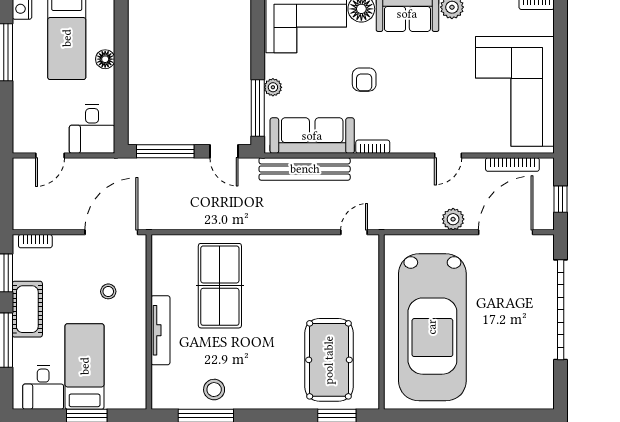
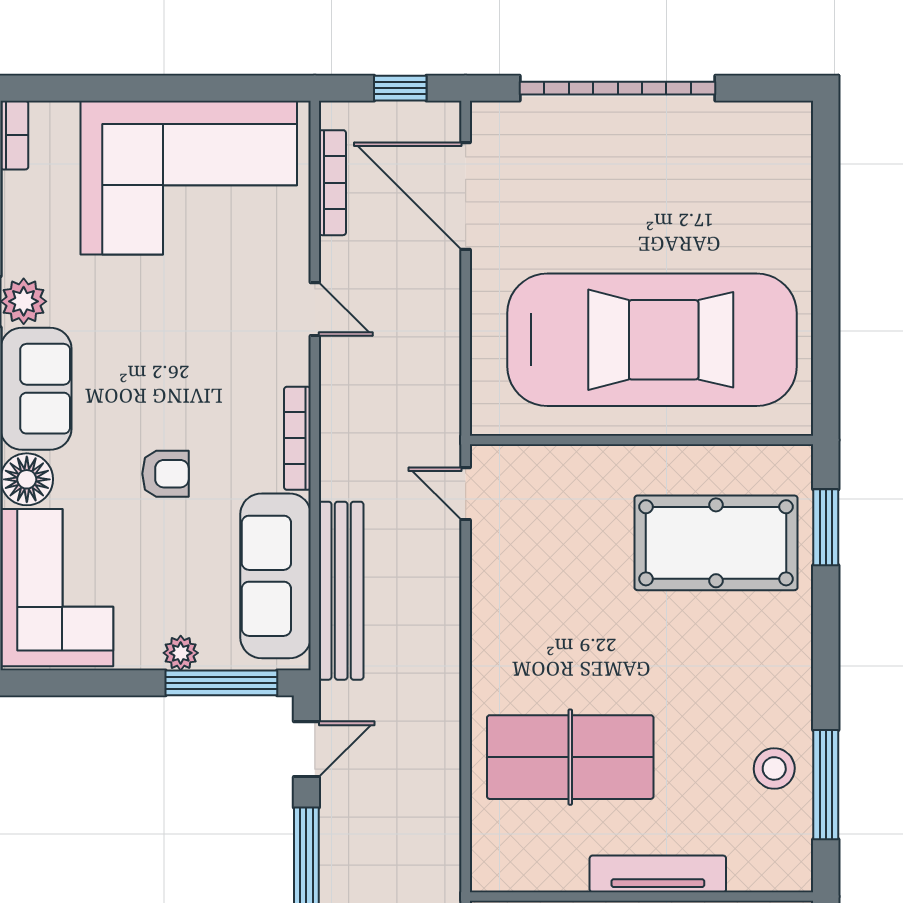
bookcase: (373, 147) -> (297, 438), width x1.56
plant: (453, 219) -> (440, 299), removed

